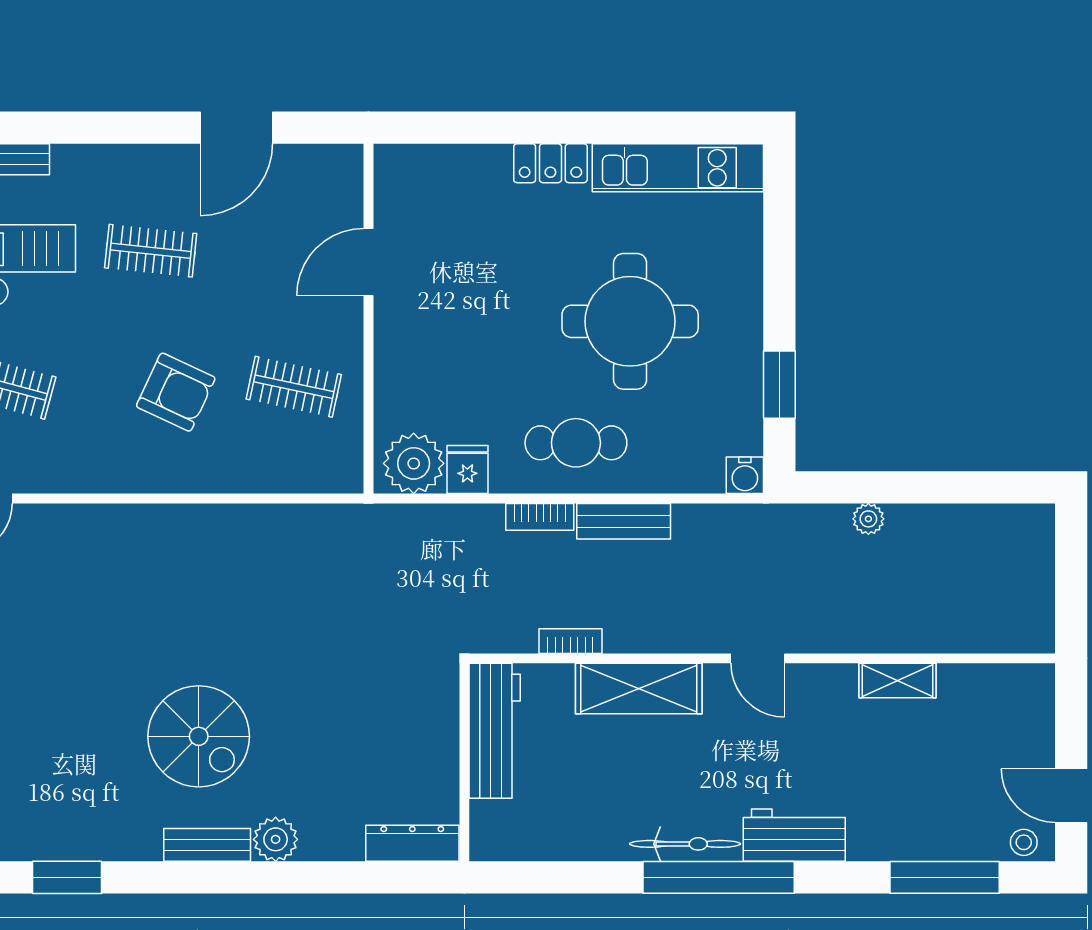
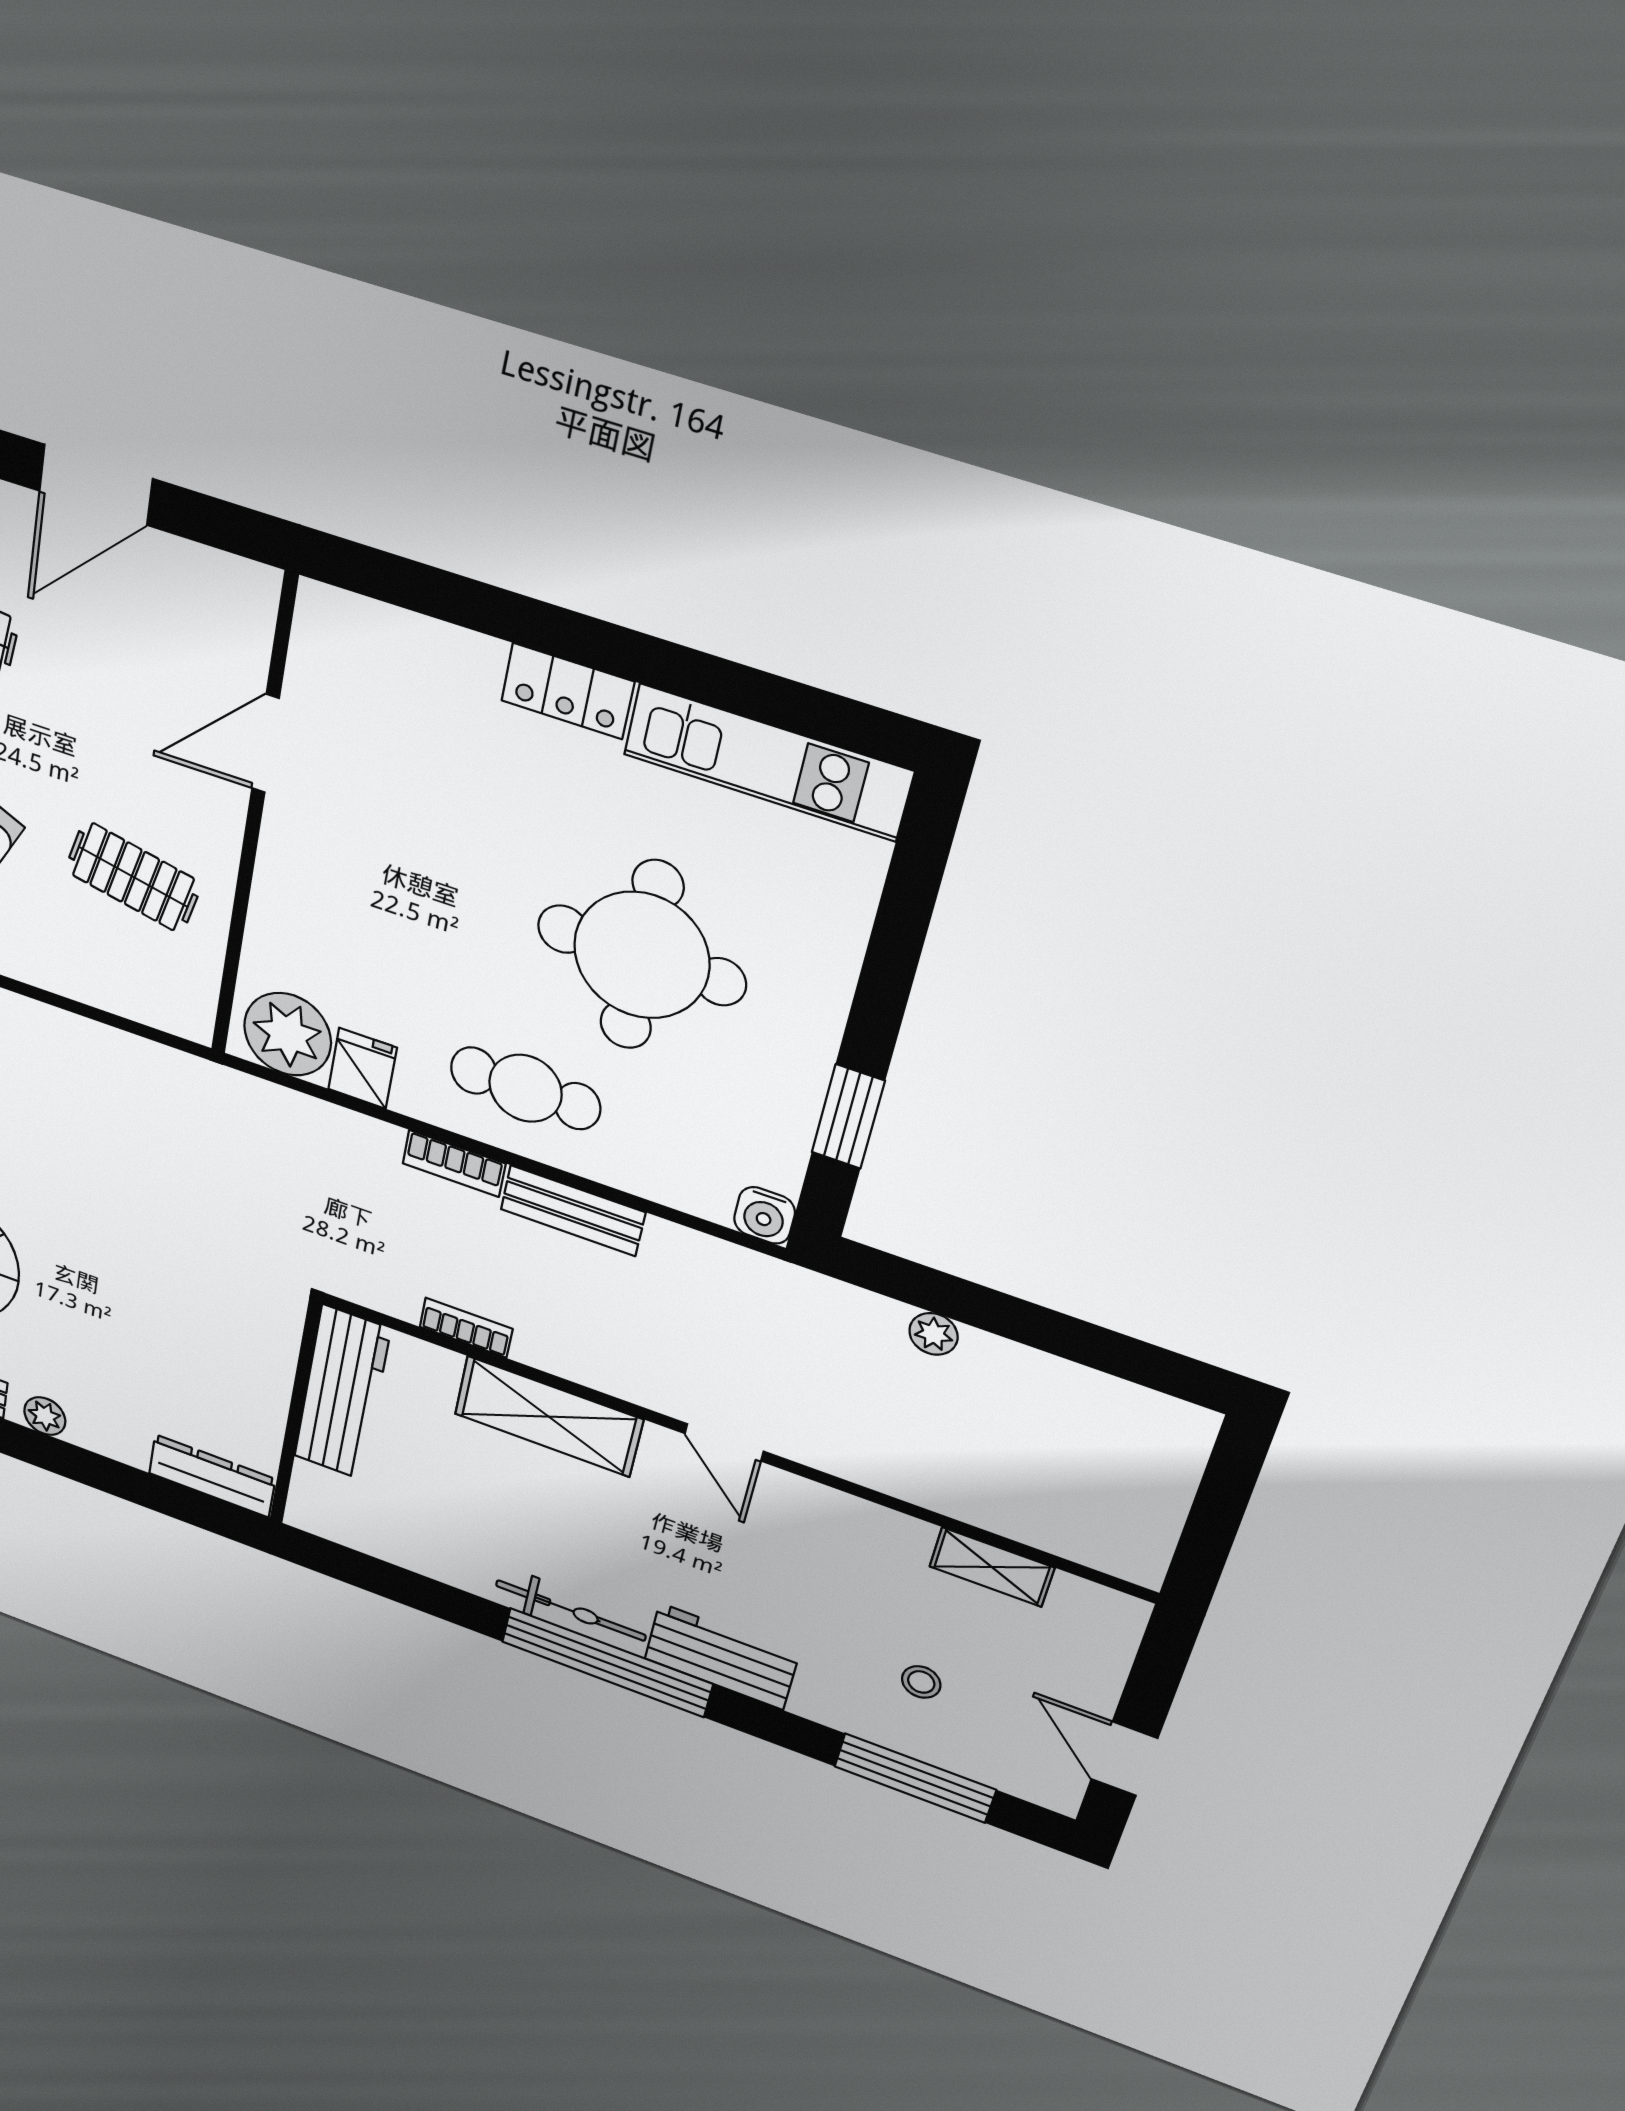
shelving: (898, 681) -> (992, 1567), moved
plant: (276, 839) -> (45, 1416), width x0.73, depth x0.73
stool: (1024, 842) -> (921, 1682), moved

